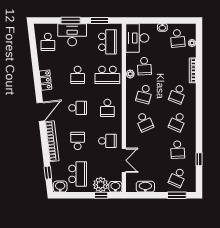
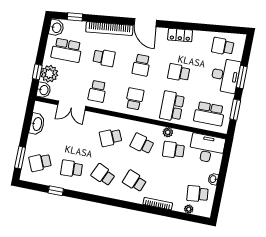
school desk: (107, 108) -> (135, 99), turned 90
school desk: (178, 177) -> (40, 162), turned -48

